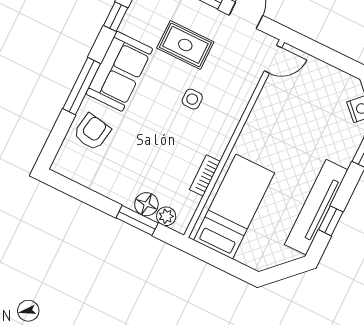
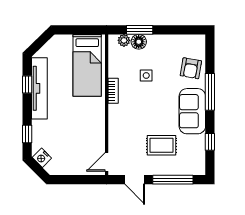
side table: (192, 99) -> (146, 75), moved
bookcase: (205, 175) -> (113, 91), moved

